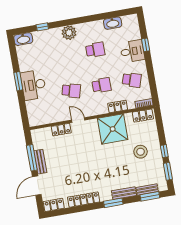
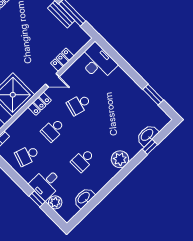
plant: (135, 34) -> (55, 202), added
washbasin: (23, 39) -> (147, 135), moved
window: (18, 81) -> (153, 95), moved
desk: (34, 85) -> (97, 62), moved
locker: (118, 106) -> (40, 104), moved

